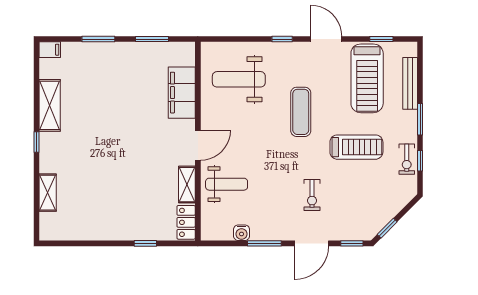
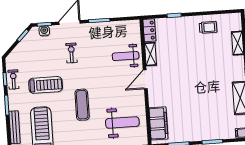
filing cabinet: (182, 93) -> (158, 123), moved
treadmill: (356, 147) -> (46, 85), turned 180
trolley: (93, 221) -> (208, 27), added
water cooler: (242, 233) -> (44, 31), moved

